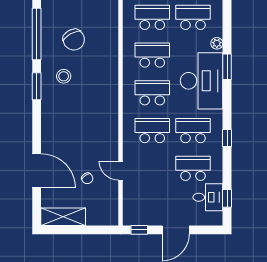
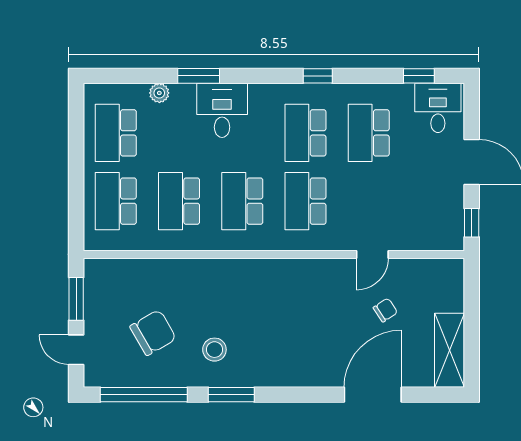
desk: (202, 81) -> (222, 110), width x0.53, depth x0.77
desk: (208, 197) -> (438, 108), moved

